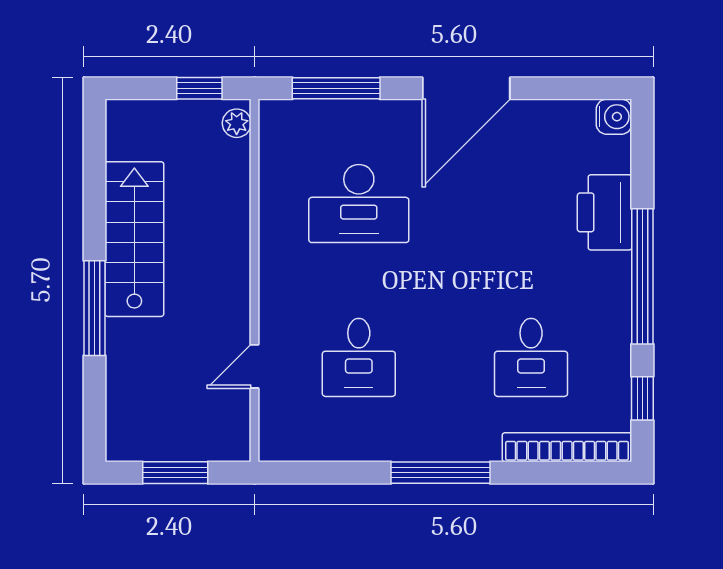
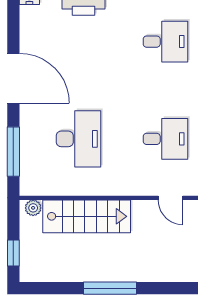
window: (199, 88) -> (13, 253), moved
stairs: (134, 239) -> (87, 216), moved, turned 180
window: (94, 308) -> (110, 288), moved

